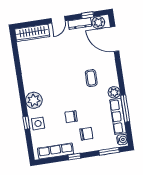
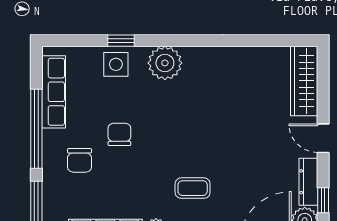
window: (74, 157) -> (36, 129), width x3.17

